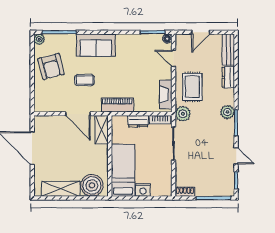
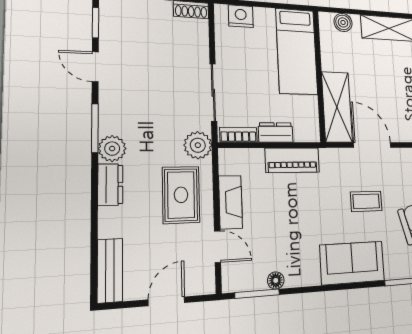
floor lamp: (167, 39) -> (276, 280), moved
dresser: (228, 77) -> (110, 185), moved
fireplace: (166, 95) -> (230, 202), moved
piano: (117, 105) -> (292, 160), moved
shelving: (102, 130) -> (337, 107), width x1.50, depth x1.33
boiler: (92, 185) -> (343, 22), width x0.54, depth x0.54
nightstand: (143, 190) -> (241, 16), moved

